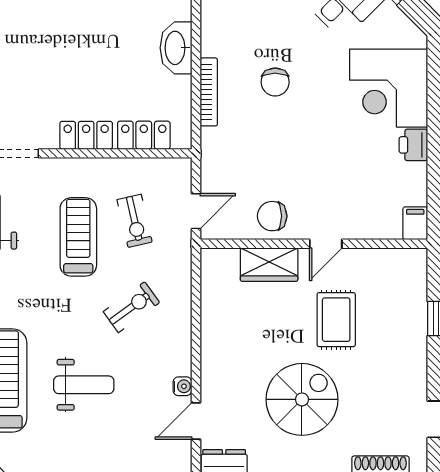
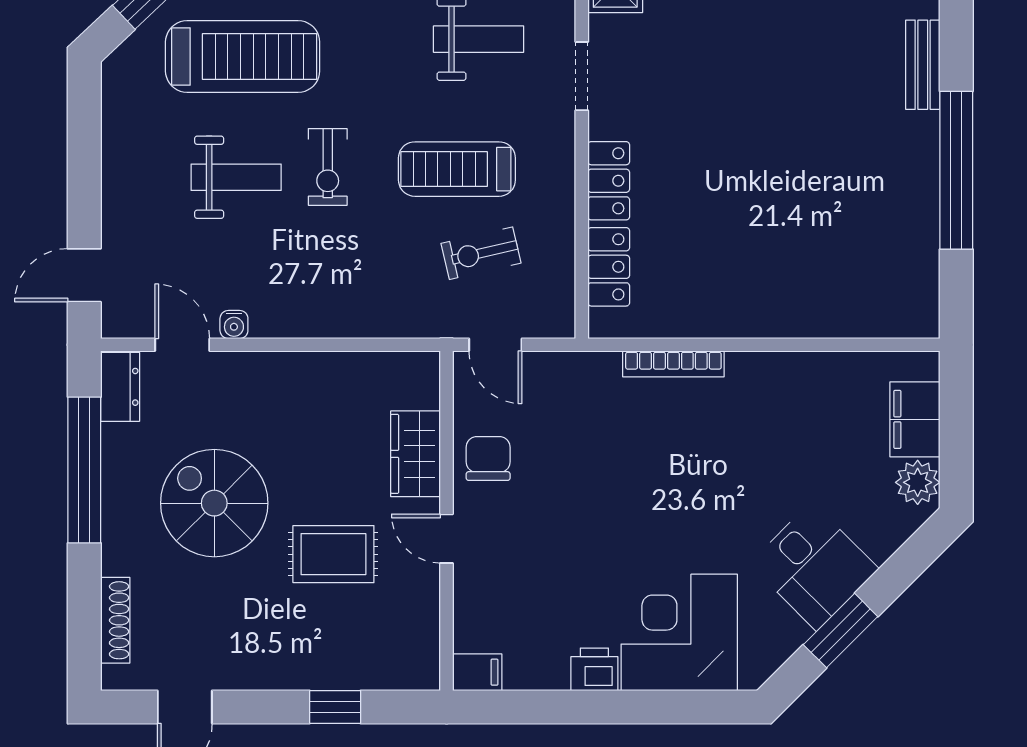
washbasin: (176, 48) -> (739, 315), removed
chair: (275, 82) -> (688, 463), removed
treadmill: (78, 237) -> (457, 169), turned 180
exercise bike: (131, 307) -> (328, 167), moved, turned 36
weight bench: (84, 385) -> (236, 177), turned -90
spiral stairs: (302, 399) -> (214, 503), turned 180

